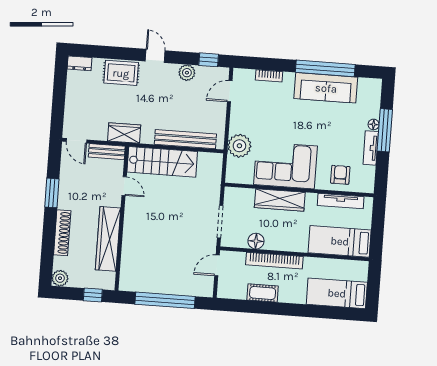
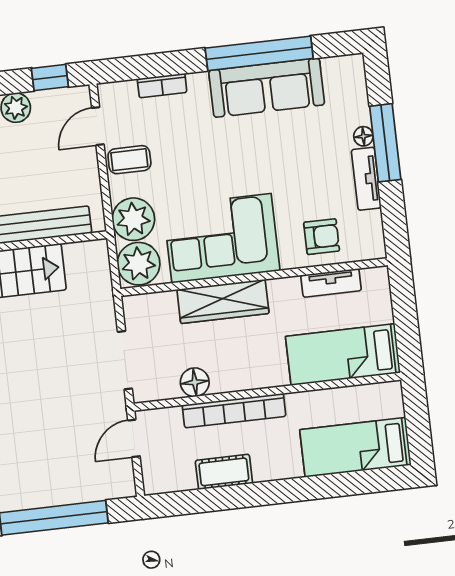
coffee table: (243, 113) -> (129, 160), added
plant: (238, 171) -> (139, 264), added
armchair: (340, 175) -> (322, 237), turned 90
tv unit: (341, 201) -> (331, 283), width x0.71

